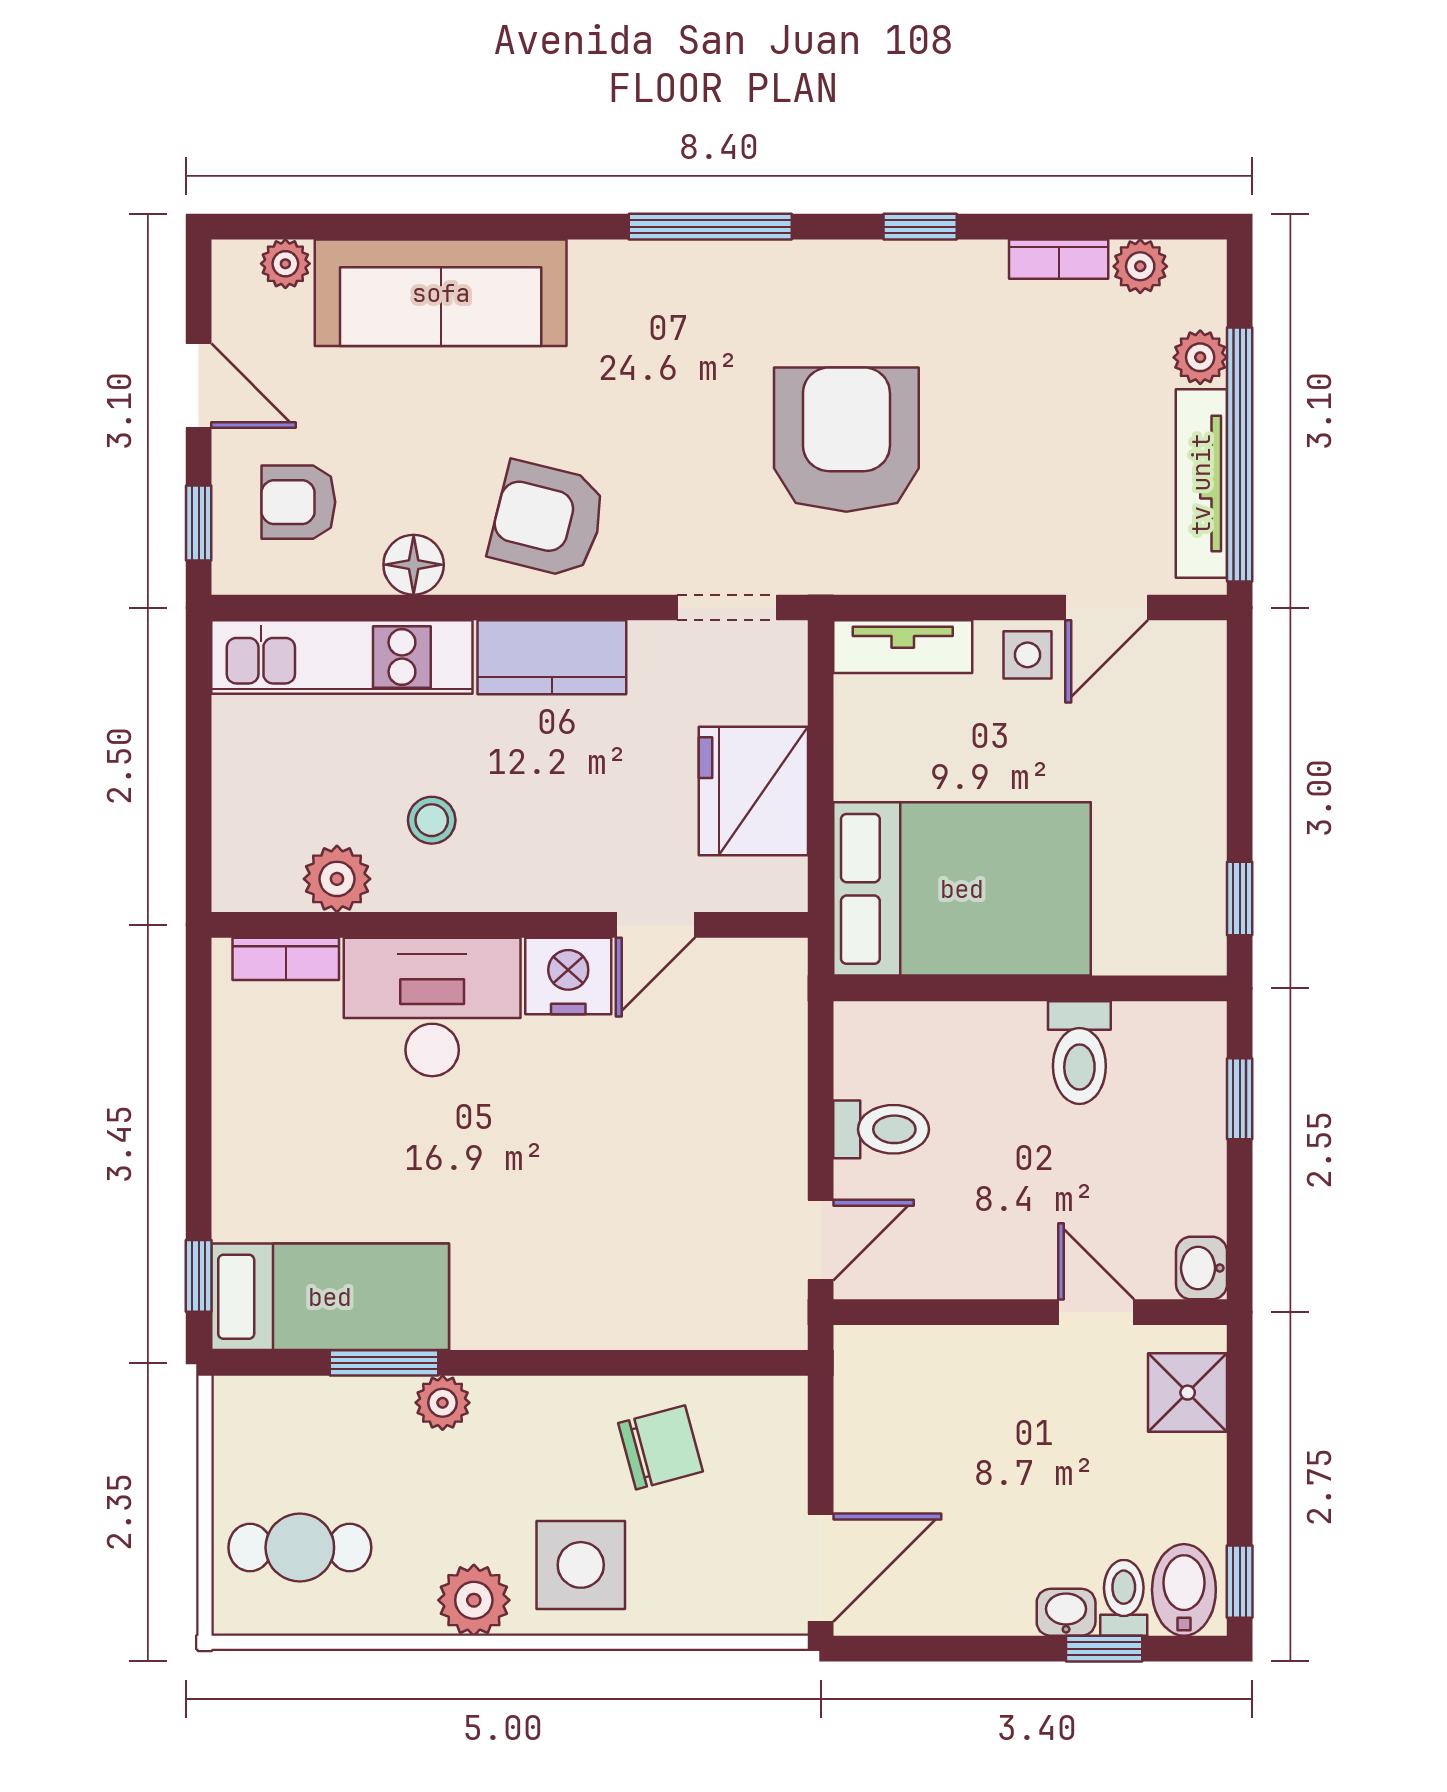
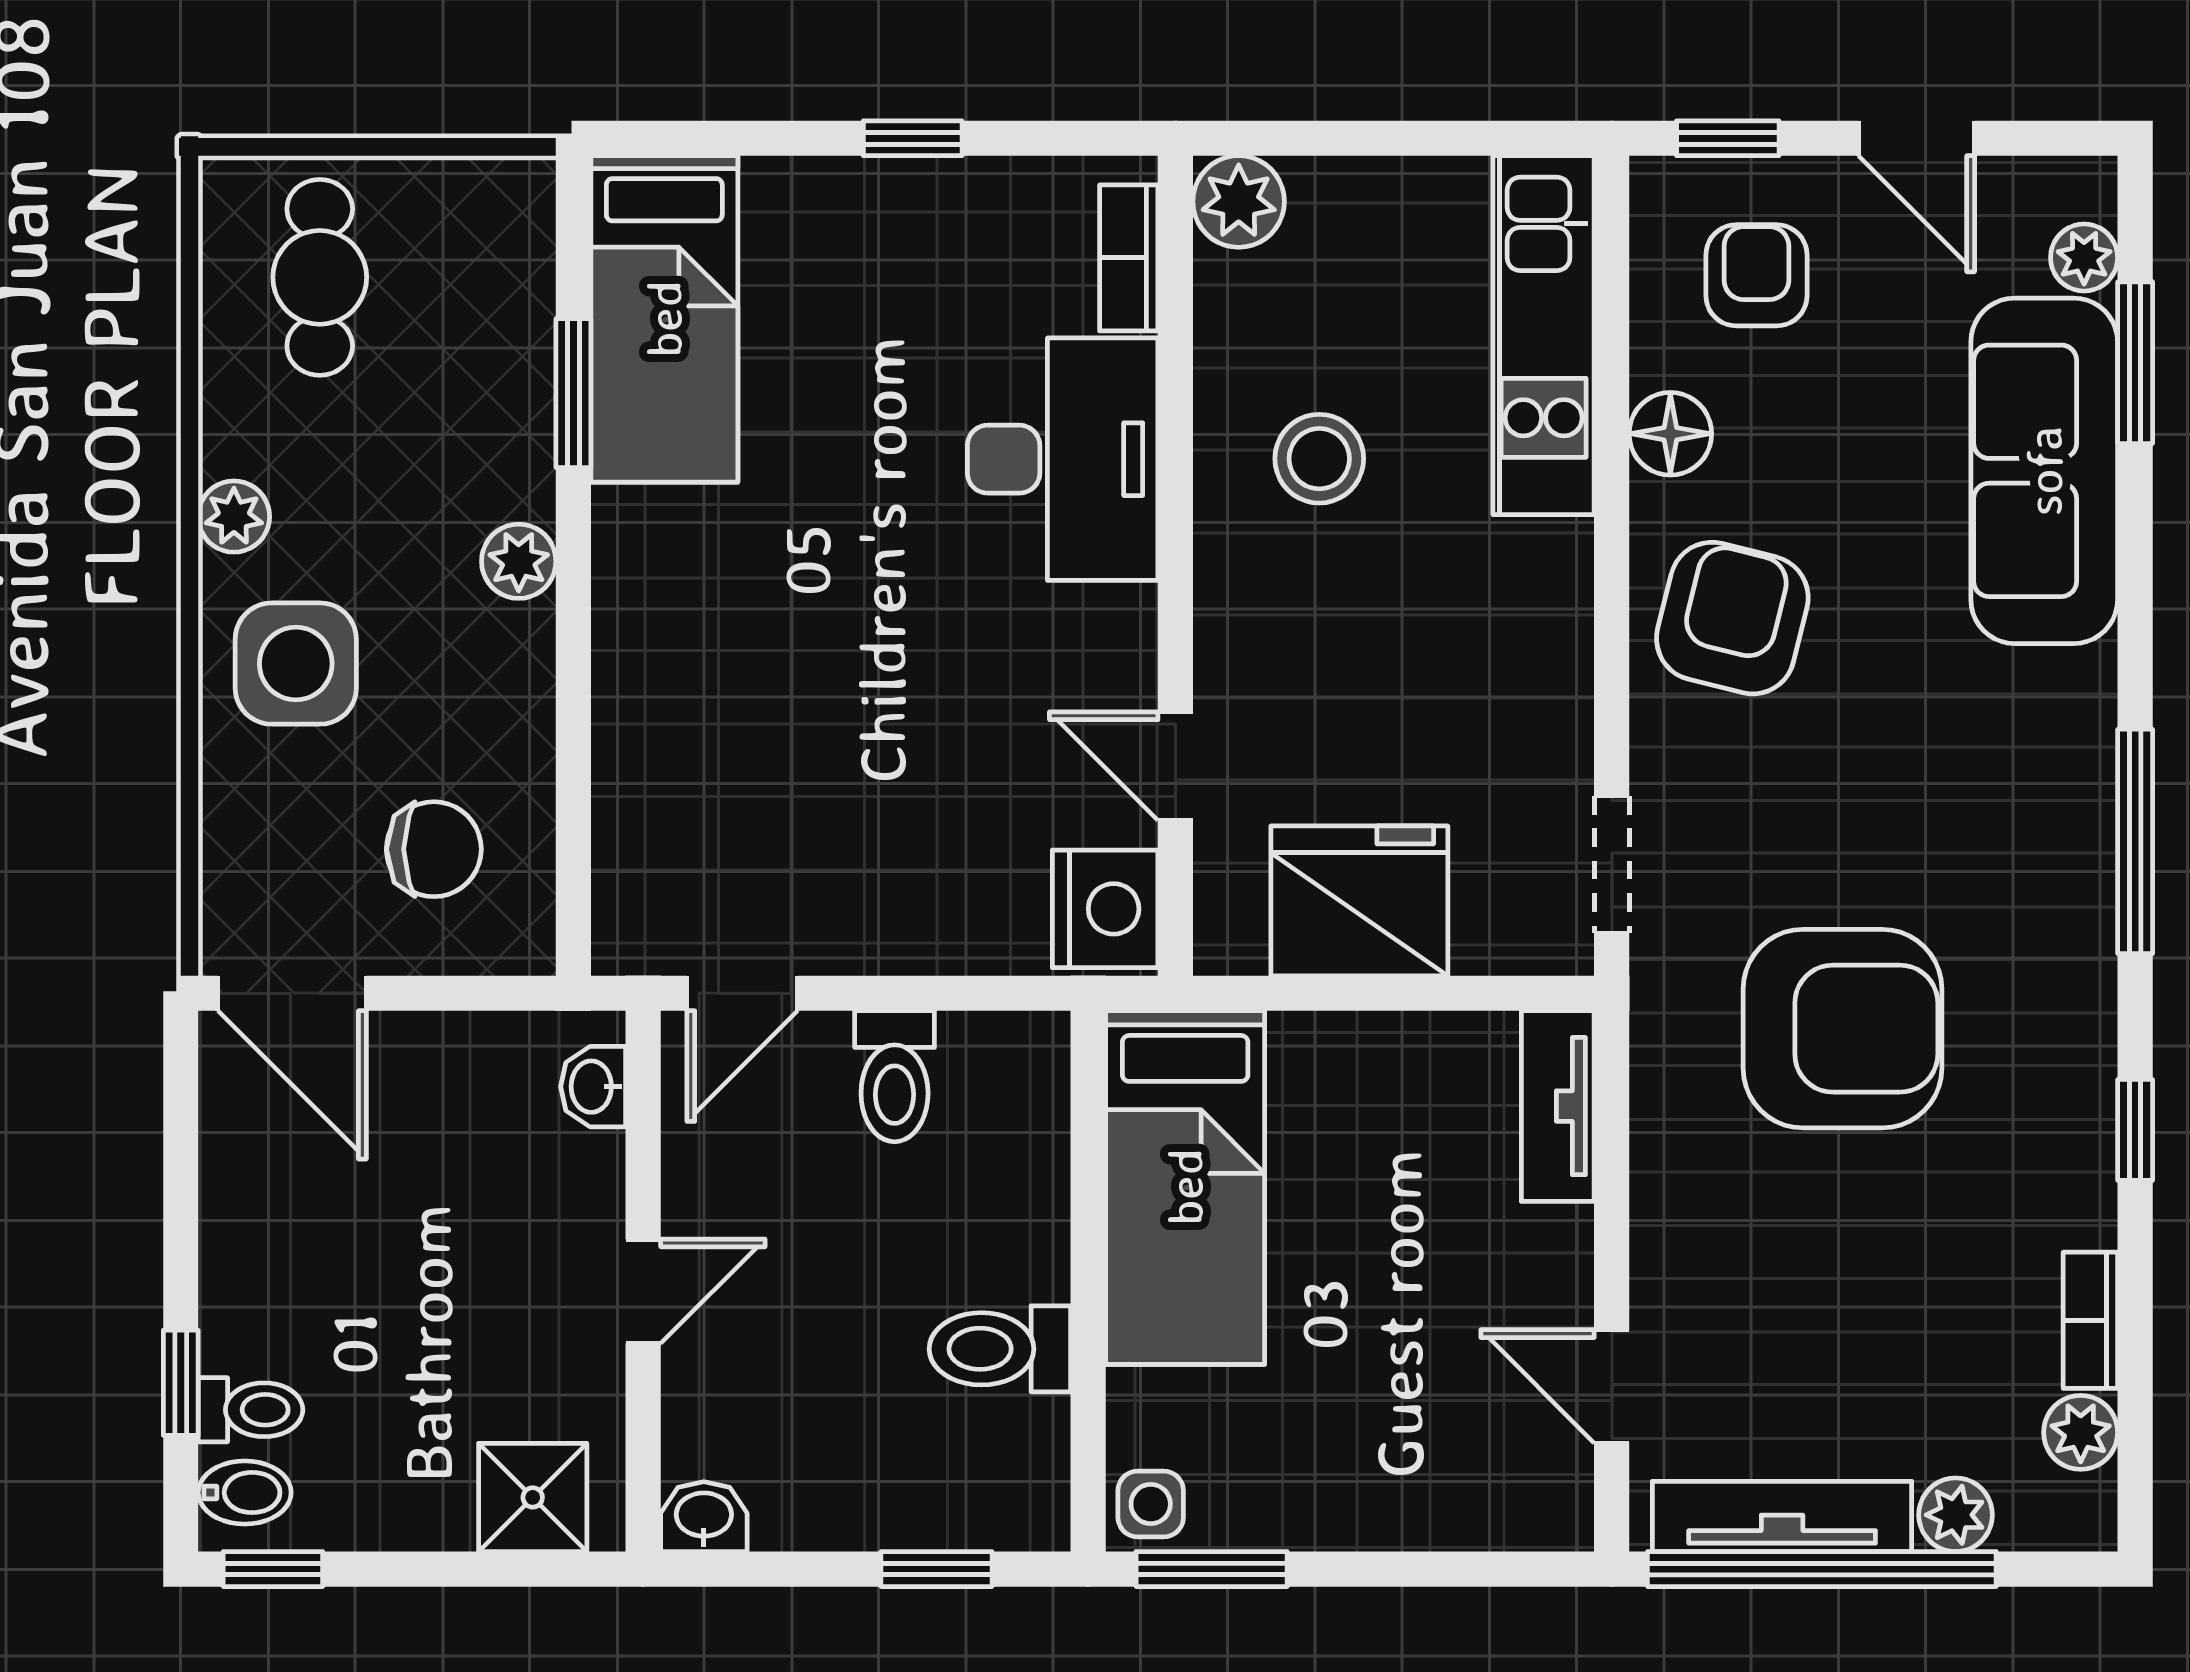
window: (362, 227) -> (2135, 363), added
door: (199, 386) -> (1916, 138), hinge flipped
side table: (1028, 655) -> (1151, 1504), moved
kitchen counter: (552, 657) -> (1543, 624), removed
stool: (432, 820) -> (1319, 459), width x1.37, depth x1.37
plant: (337, 879) -> (1239, 201), moved
bed: (962, 889) -> (1185, 1187), width x0.67
window: (1240, 899) -> (1212, 1569), width x1.50
nightstand: (568, 976) -> (1105, 909), moved
door: (821, 1240) -> (742, 993), hinge flipped
window: (199, 1276) -> (913, 138), moved
door: (1096, 1312) -> (643, 1291), moved
plant: (443, 1403) -> (519, 561), moved
chair: (661, 1447) -> (434, 849), moved, turned -75
bidet: (1184, 1590) -> (245, 1493), width x0.72, depth x0.74
plant: (474, 1600) -> (234, 517), width x0.73, depth x0.73
washbasin: (1066, 1612) -> (593, 1087), moved, turned 180

